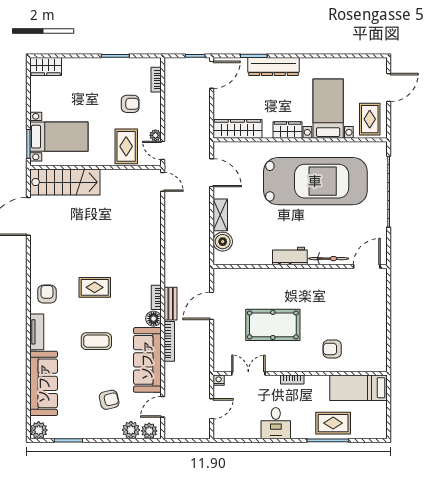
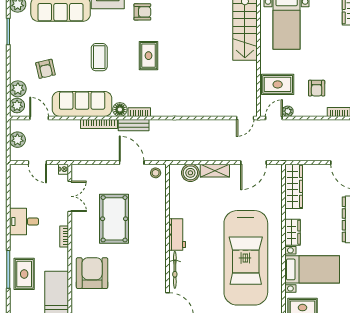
stool: (223, 280) -> (156, 173), added
armchair: (332, 349) -> (92, 273), width x1.88, depth x1.88
plant: (186, 430) -> (17, 140), added

